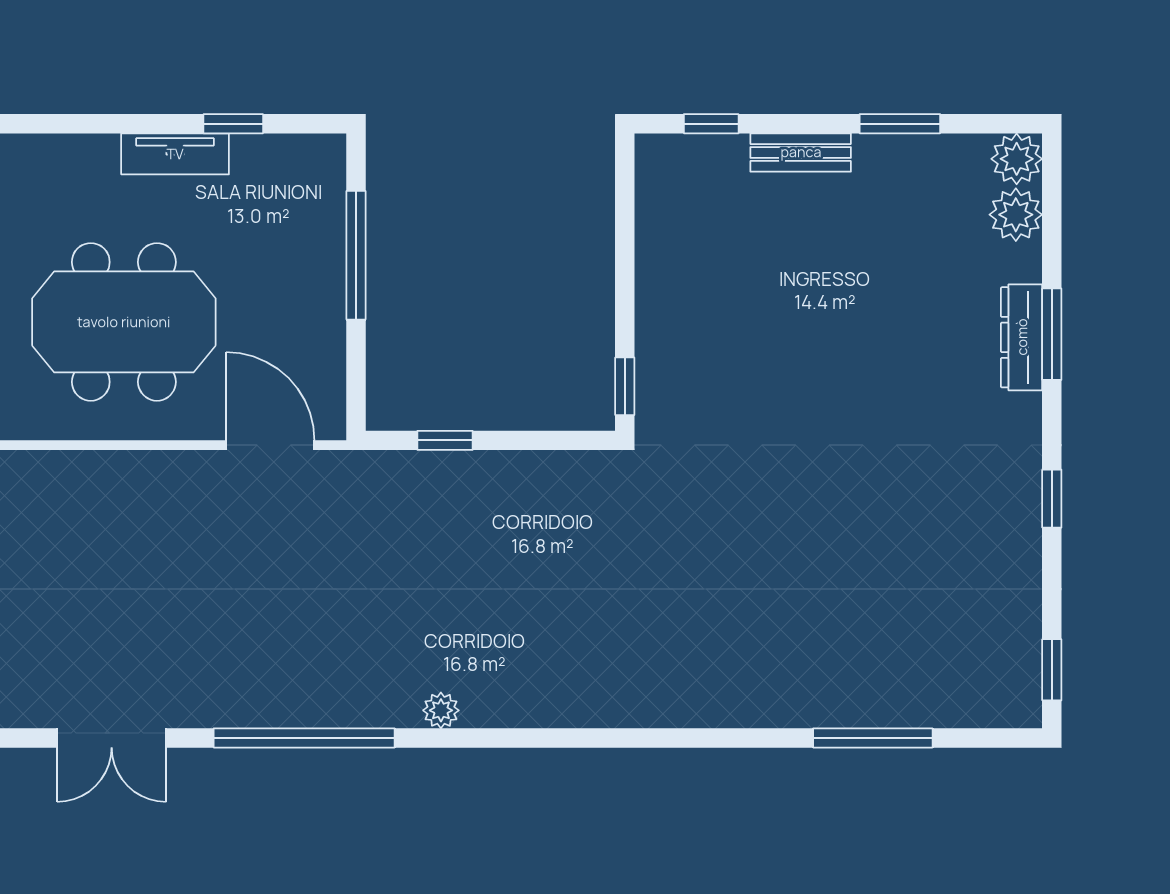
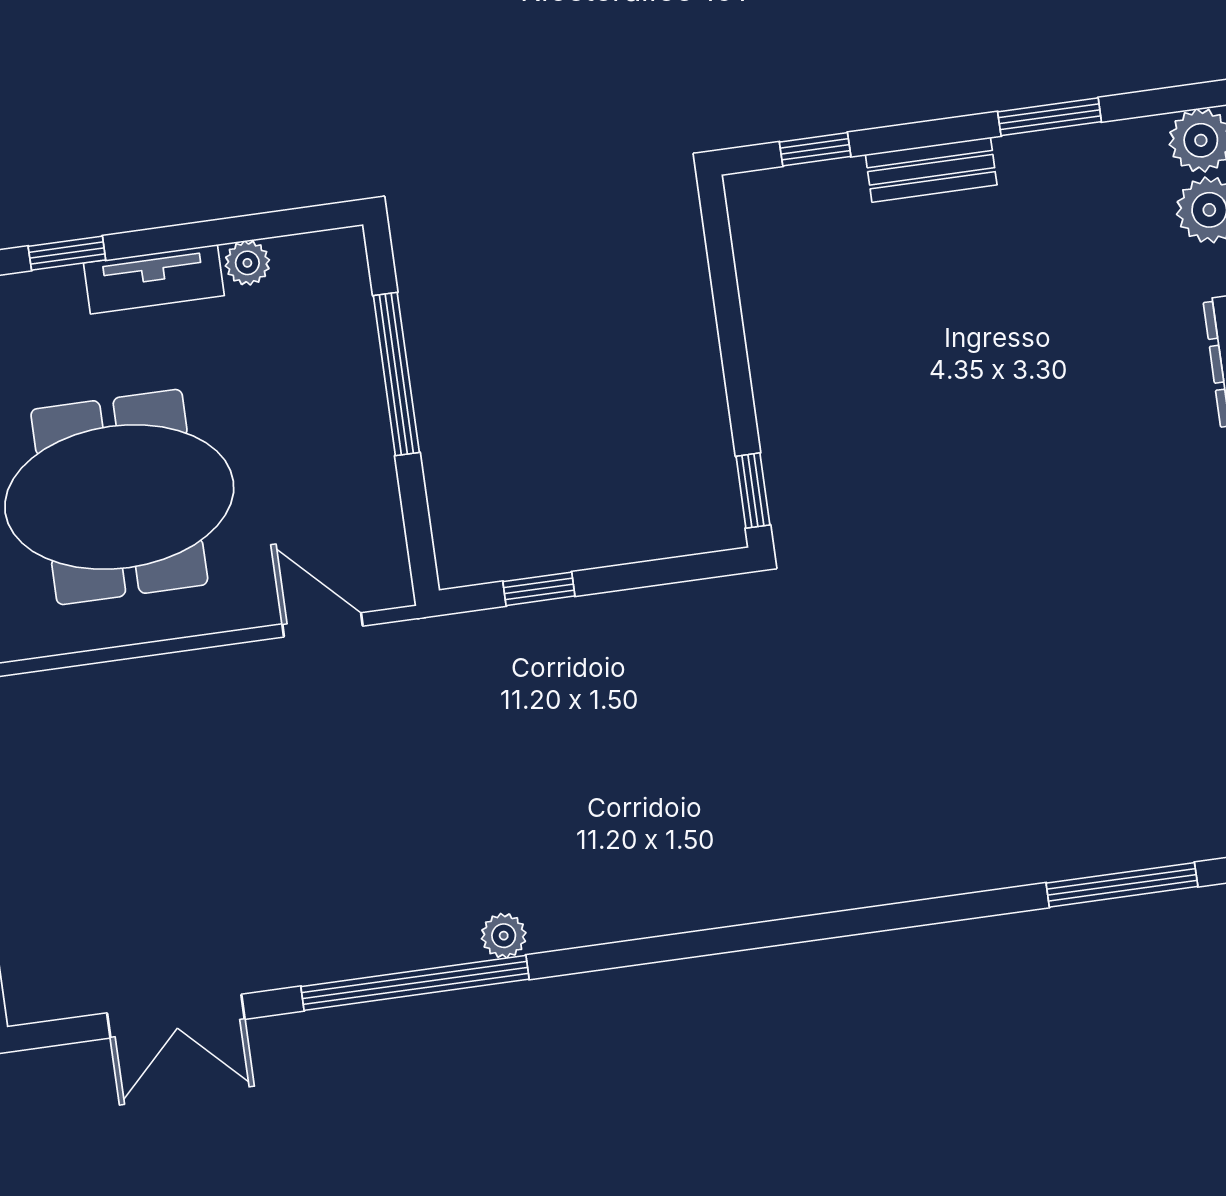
window: (233, 124) -> (67, 253), moved
plant: (251, 151) -> (247, 263), added
door: (270, 445) -> (322, 625), width x0.73
plant: (441, 710) -> (504, 936), moved

